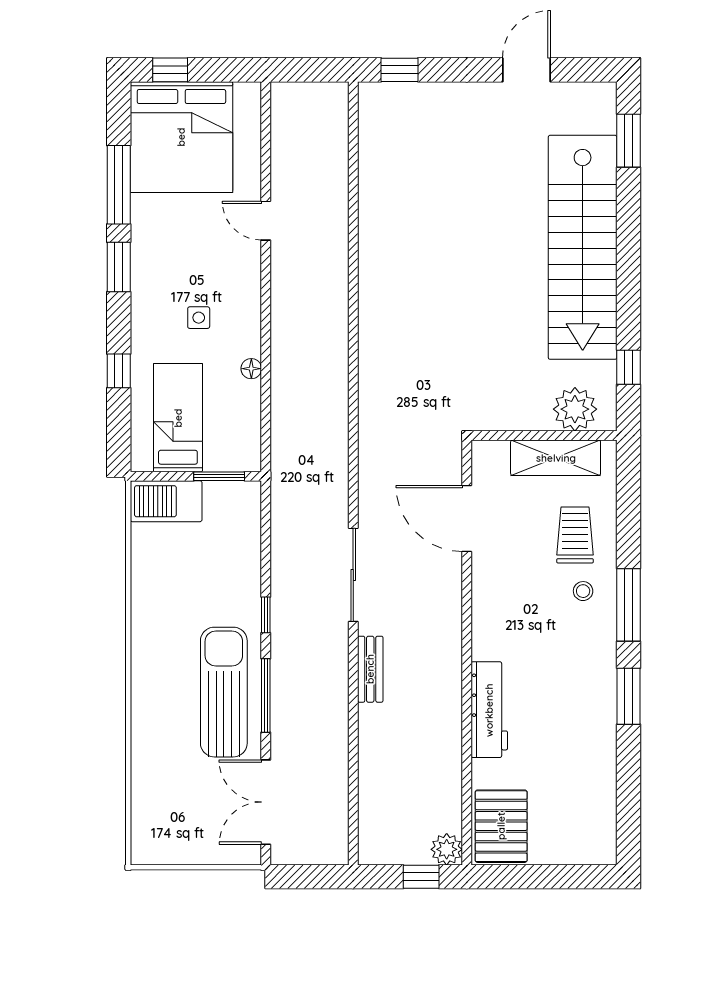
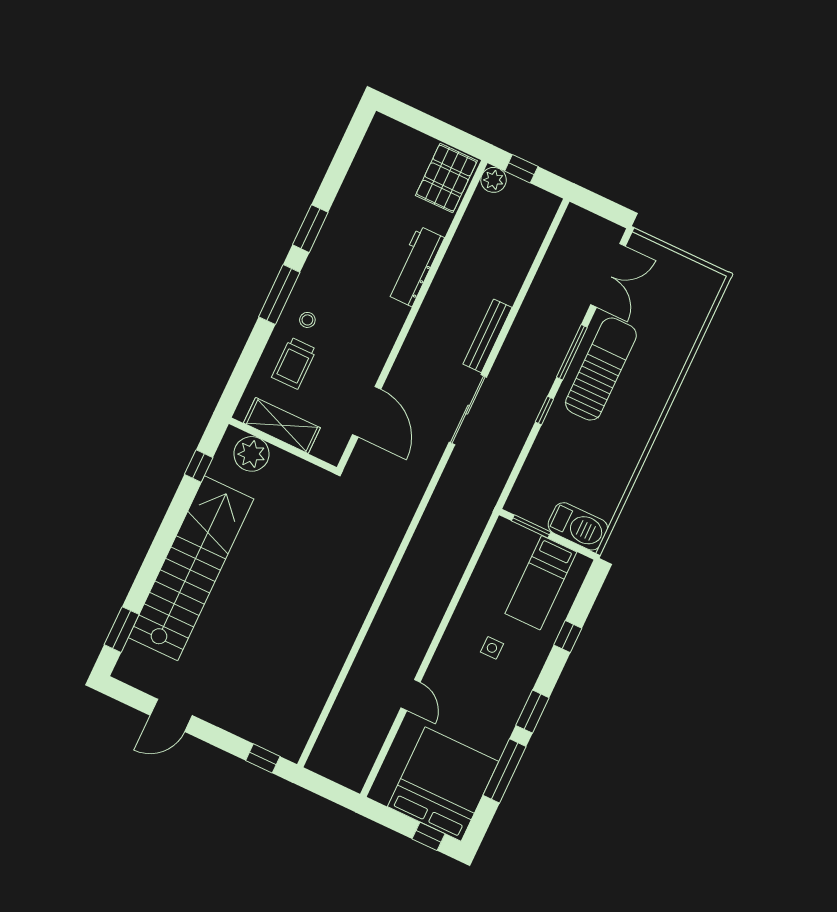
floor lamp: (251, 369) -> (471, 593), removed
bench: (370, 669) -> (488, 336), width x1.36
sun lounger: (224, 692) -> (601, 369), turned 180

